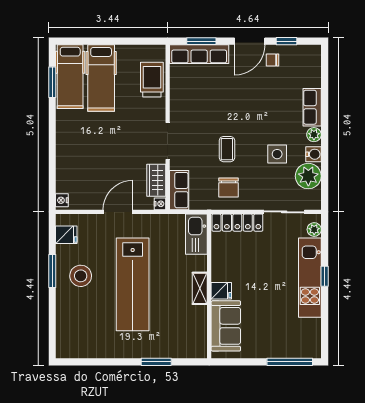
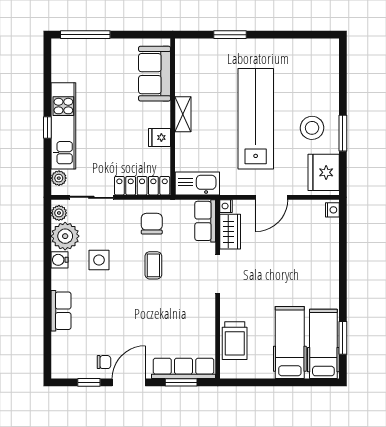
plant: (314, 135) -> (59, 213), moved
kitchen sink: (196, 234) -> (197, 183), moved, turned -90
fridge: (66, 235) -> (324, 172), width x1.88, depth x1.34
fridge: (221, 291) -> (160, 137), moved

